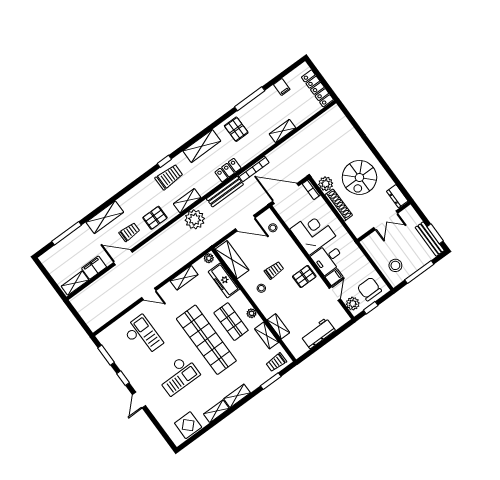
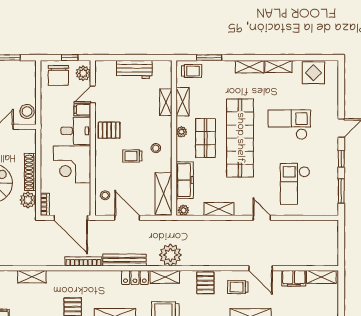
locker: (228, 170) -> (135, 277), moved
pallet: (155, 218) -> (205, 283), turned 90
stool: (395, 265) -> (27, 111), moved

